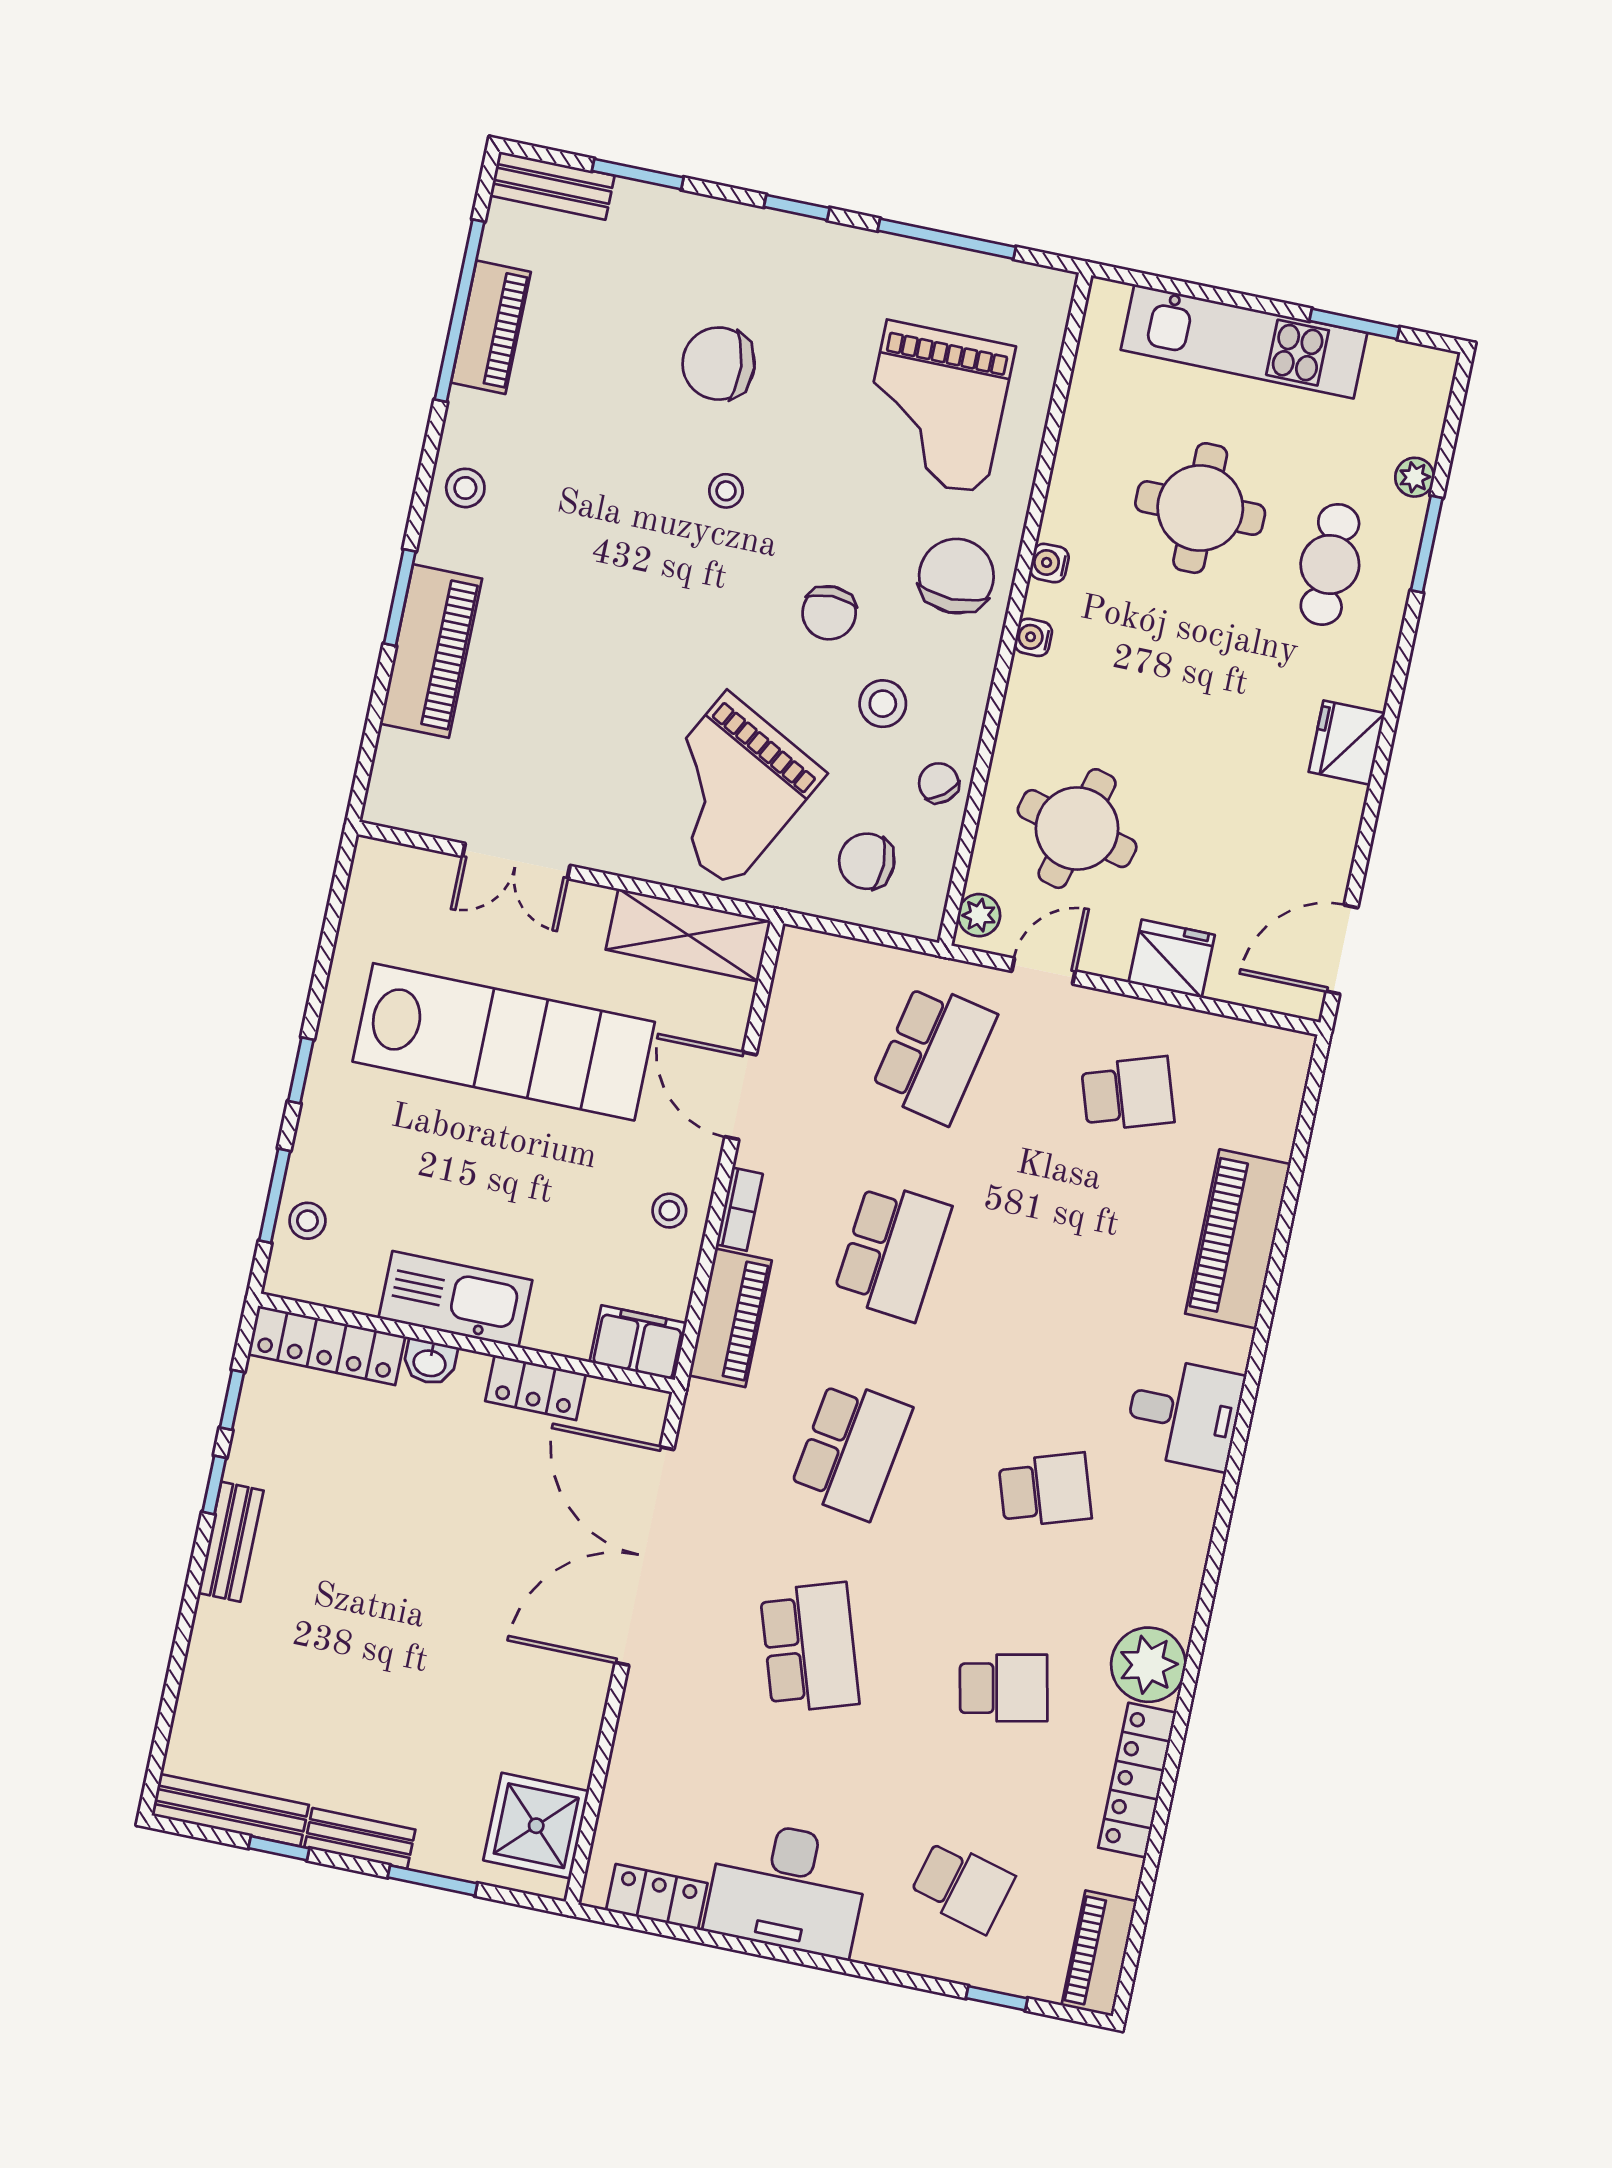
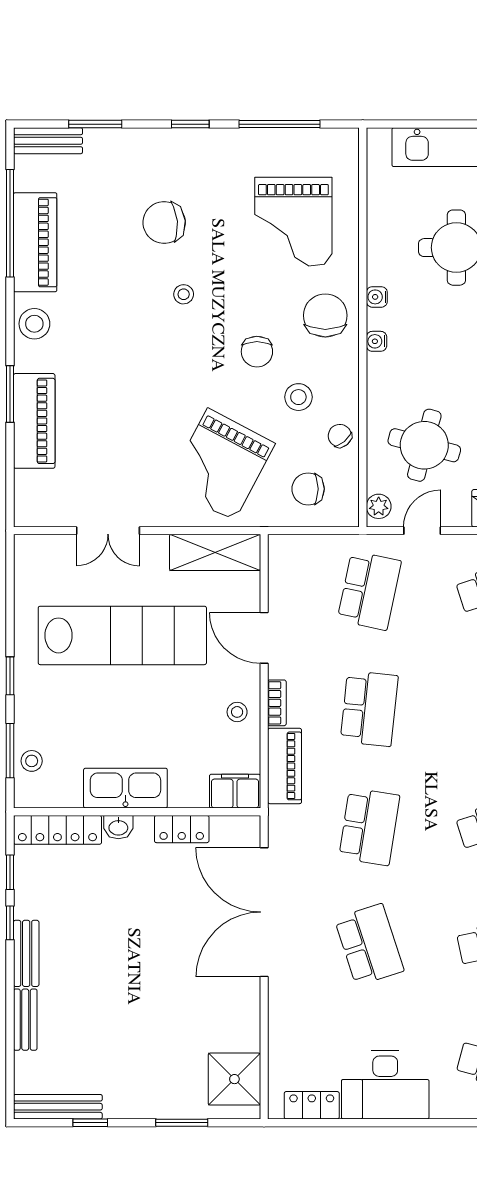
piano: (491, 327) -> (35, 242), width x1.37, depth x1.33
stool: (465, 488) -> (34, 324), width x1.37, depth x1.37
bench: (360, 1838) -> (25, 1020), moved, turned 90

